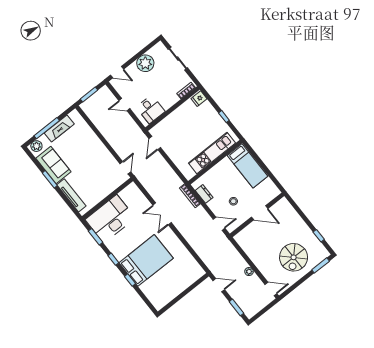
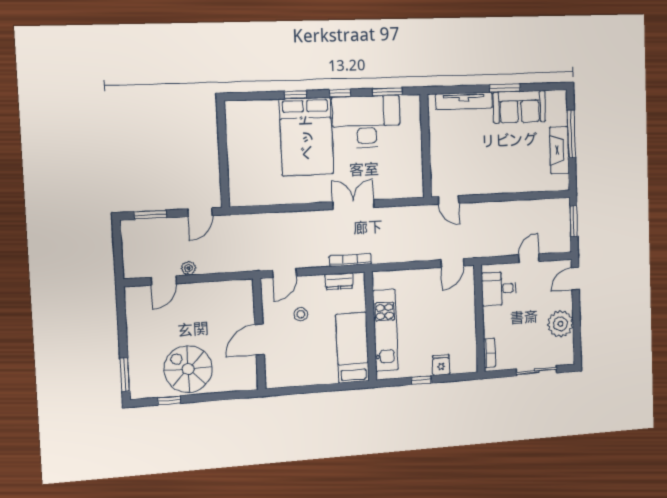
fridge: (199, 99) -> (441, 365), moved
door: (155, 143) -> (452, 263), swing flipped
plant: (36, 146) -> (559, 103), removed
bed: (247, 166) -> (352, 348), moved, turned 90
desk: (110, 219) -> (366, 122), moved, turned -90
spiral stairs: (294, 257) -> (188, 369), moved
door: (271, 289) -> (164, 280), moved

